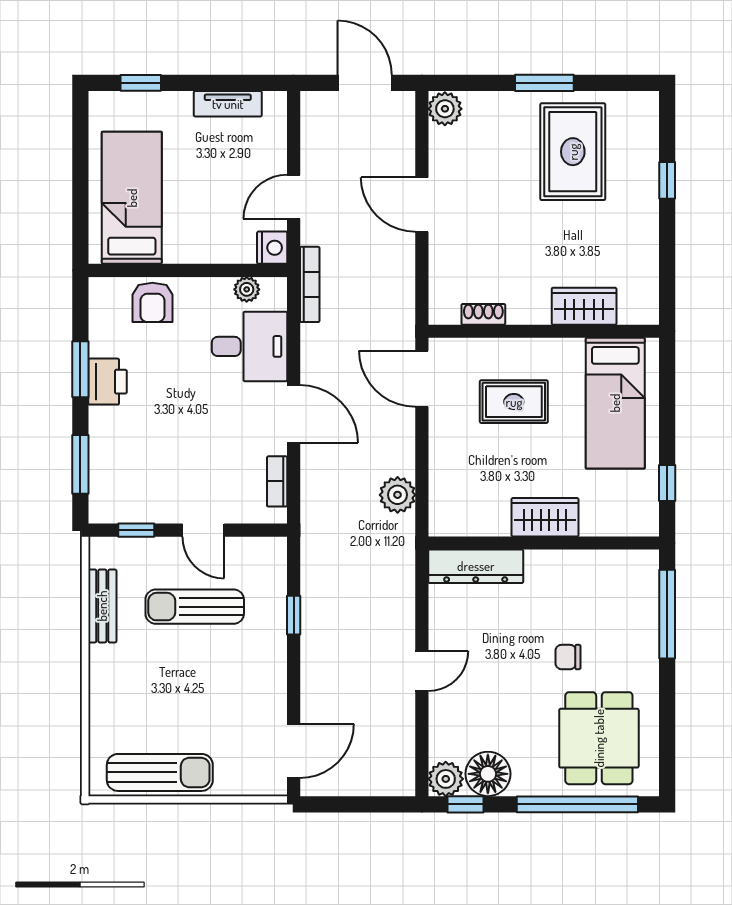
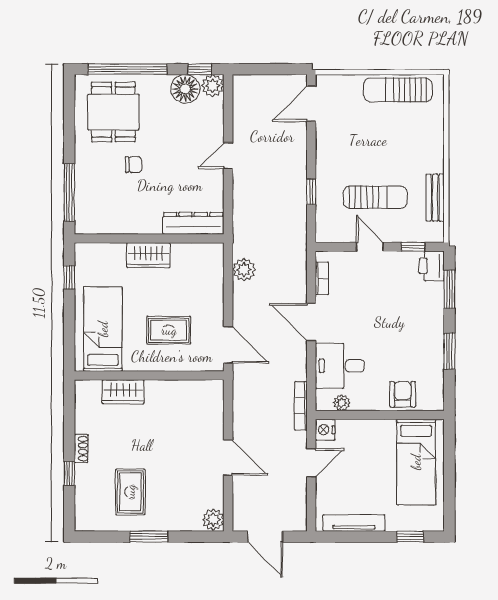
tv unit: (228, 104) -> (354, 523), width x1.41
rug: (573, 152) -> (130, 492), width x0.73, depth x0.70
shoe rack: (483, 314) -> (81, 449), moved, turned -90
printer: (107, 382) -> (432, 266), moved

